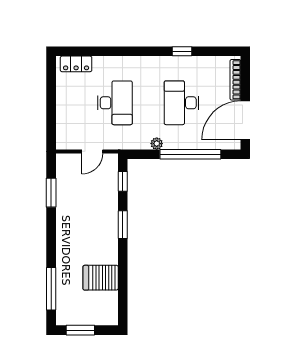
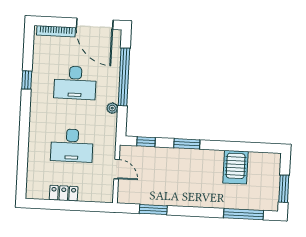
locker: (76, 64) -> (64, 193), moved, turned -90
desk: (115, 103) -> (72, 145), turned 180

